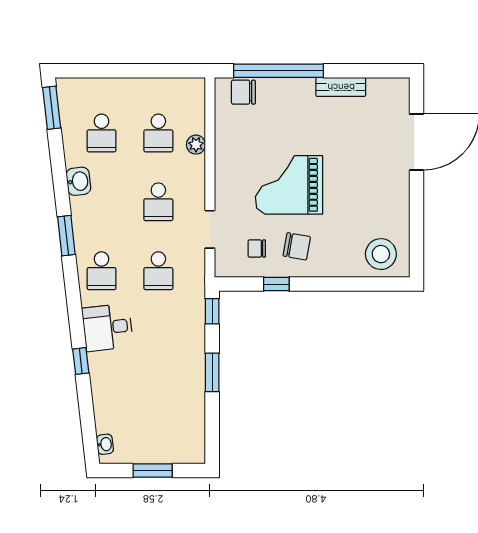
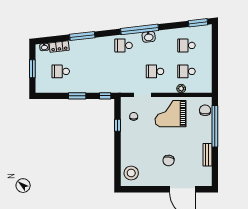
washbasin: (78, 181) -> (149, 37), moved
grand piano: (289, 185) -> (171, 114), moved, turned -90
window: (66, 236) -> (140, 29), width x2.11
chair: (297, 246) -> (169, 161), moved
school desk: (158, 271) -> (61, 71), moved
desk: (107, 327) -> (98, 48), removed
window: (81, 361) -> (82, 36), width x2.17
locker: (104, 412) -> (59, 47), added

